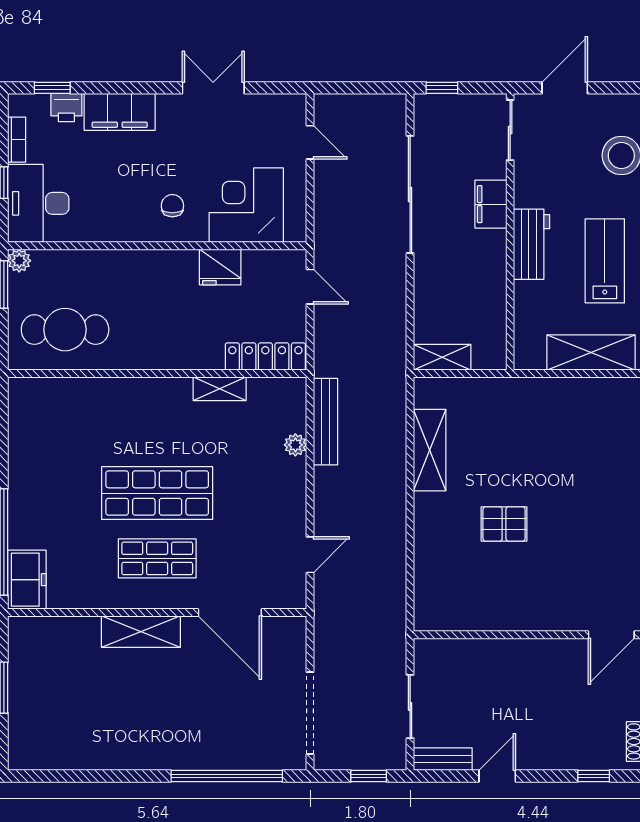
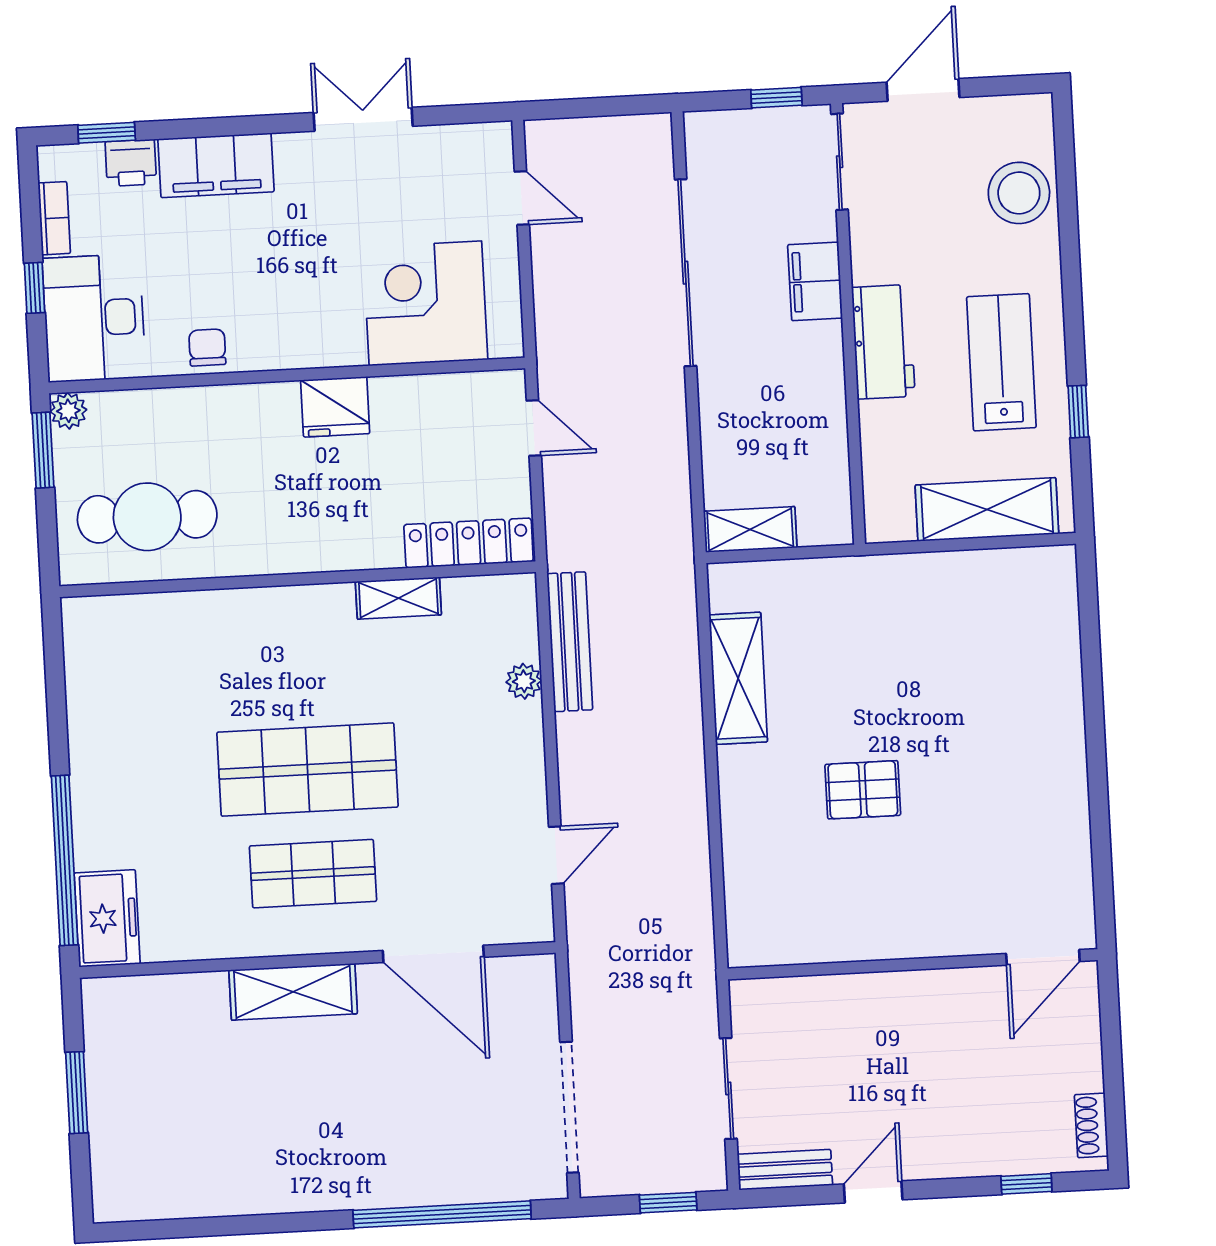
window: (442, 88) -> (776, 98), moved
chair: (172, 206) -> (207, 347), moved
fridge: (220, 267) -> (335, 407), moved

